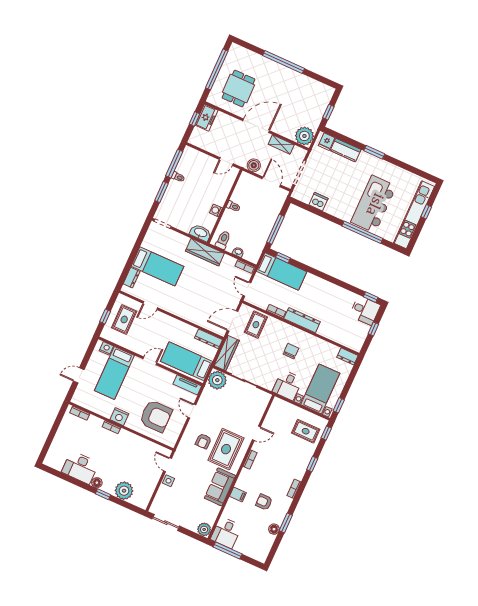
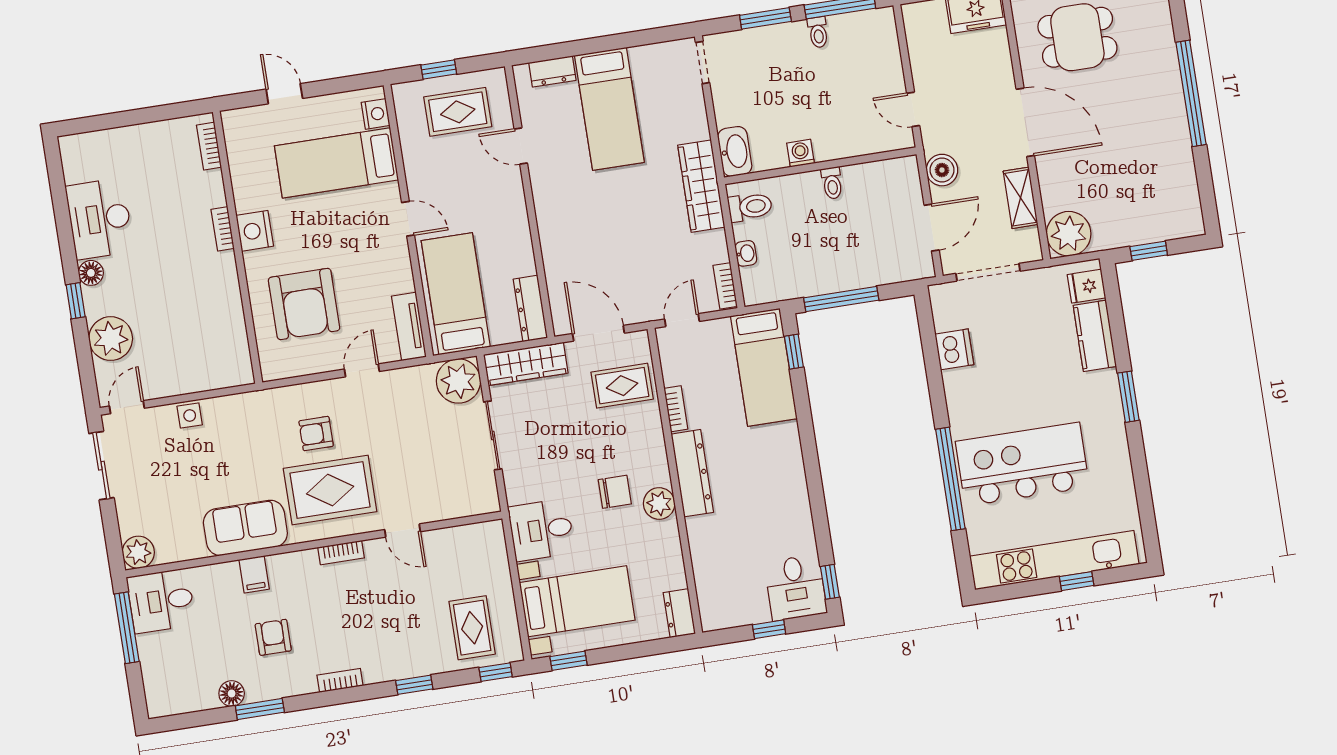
plant: (305, 338) -> (659, 504), added
door: (168, 465) -> (127, 407), moved

